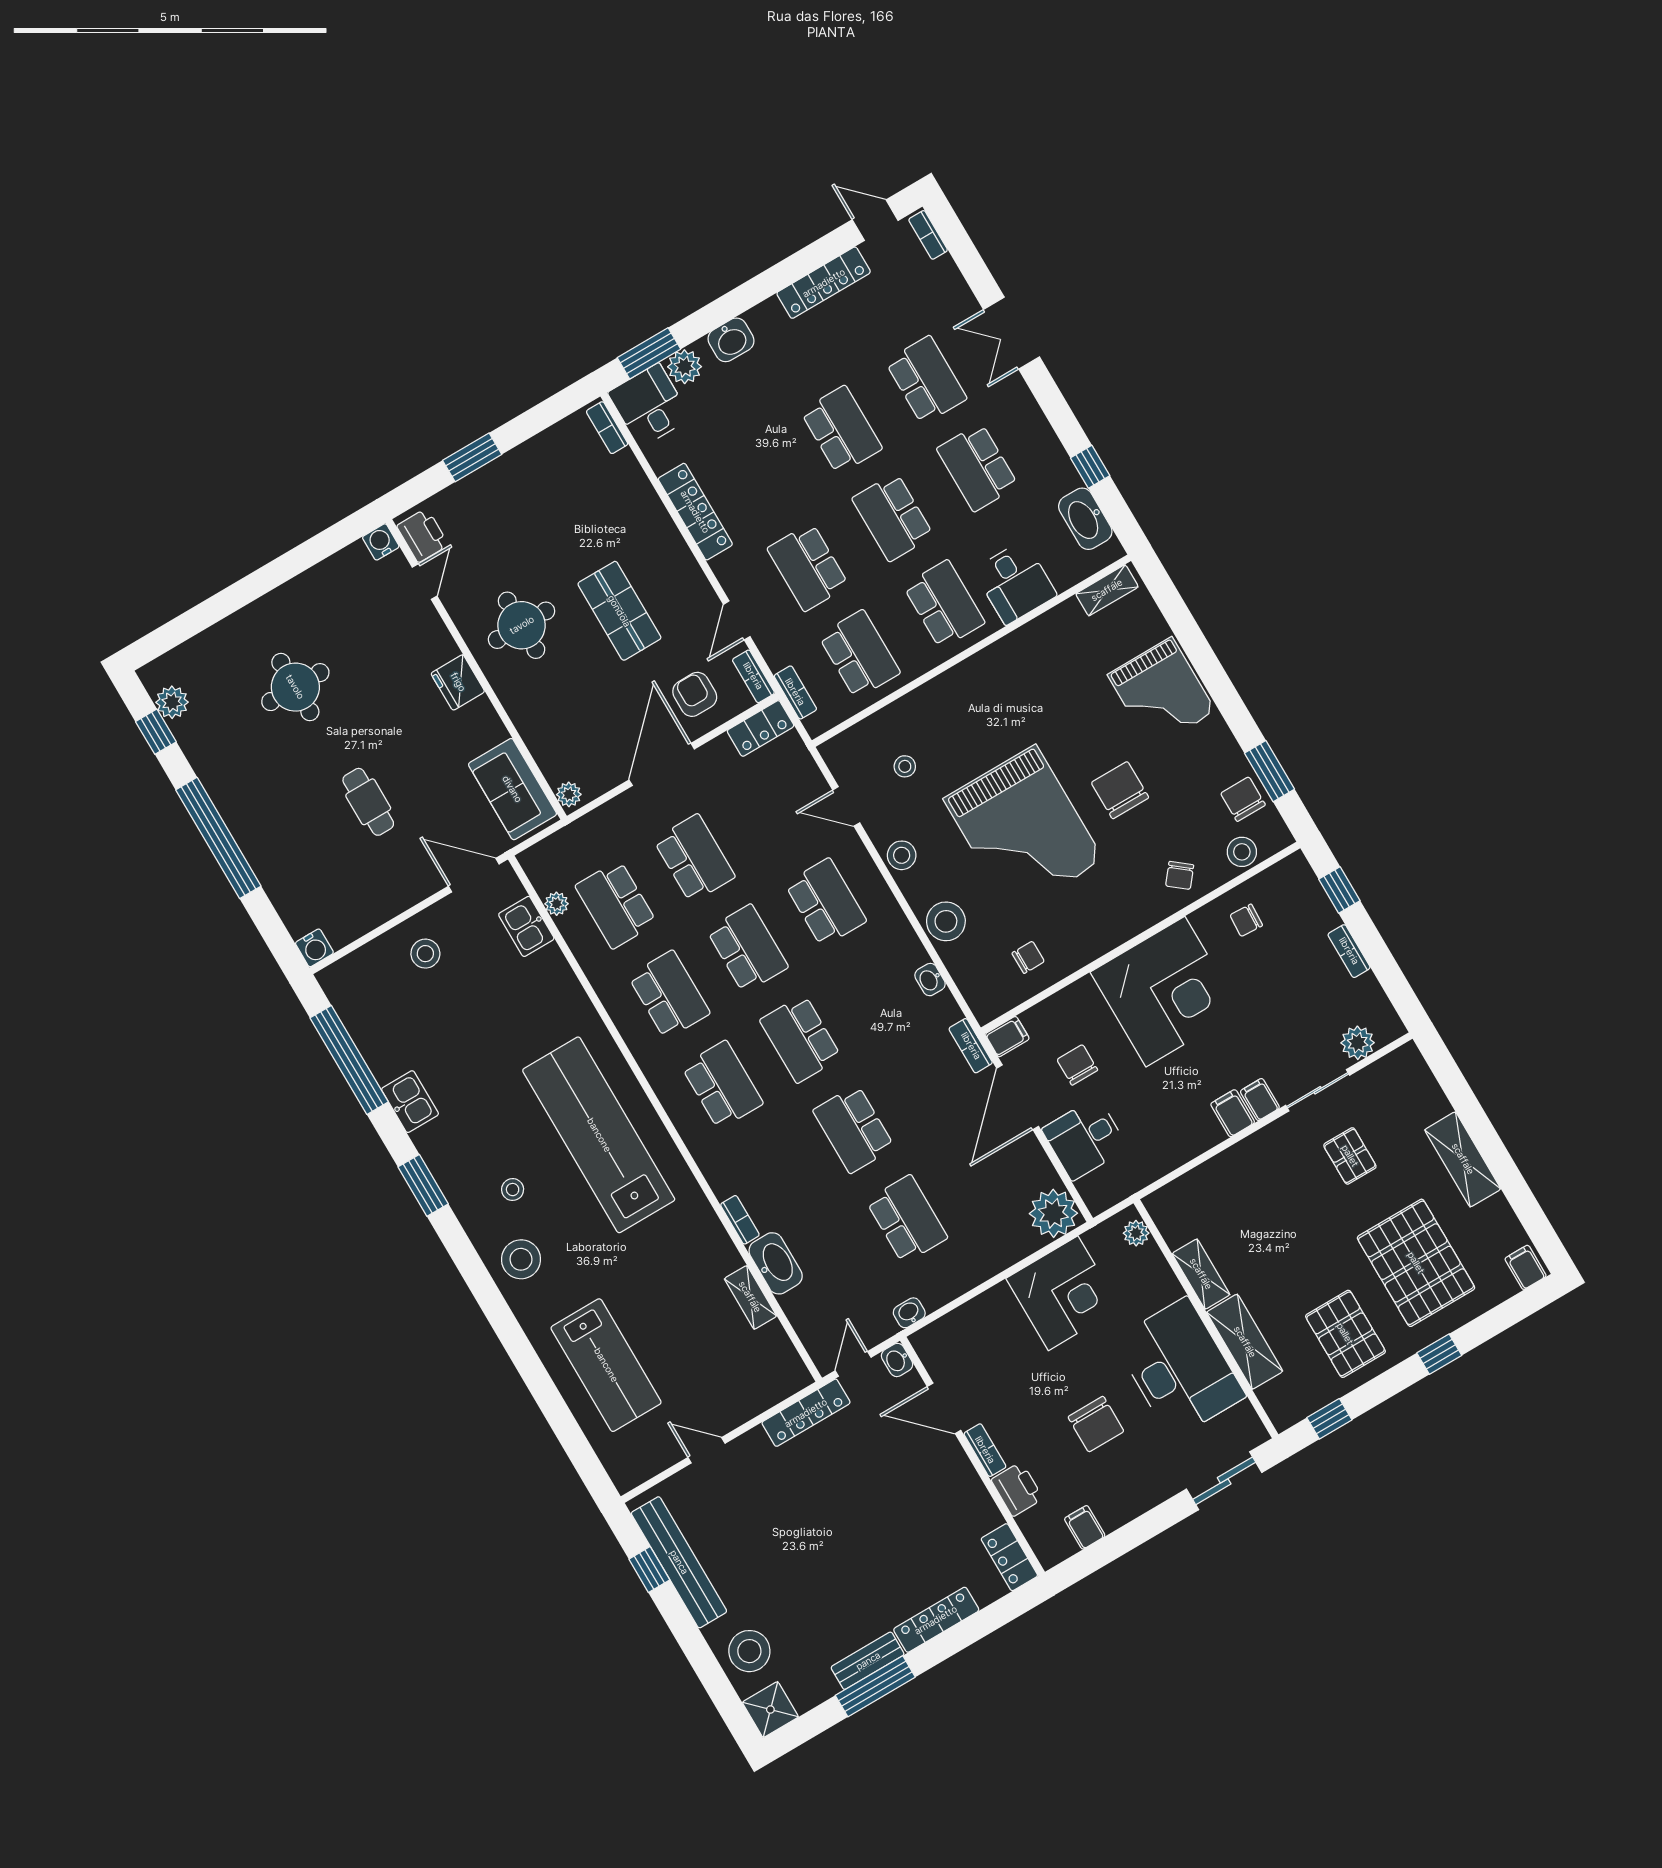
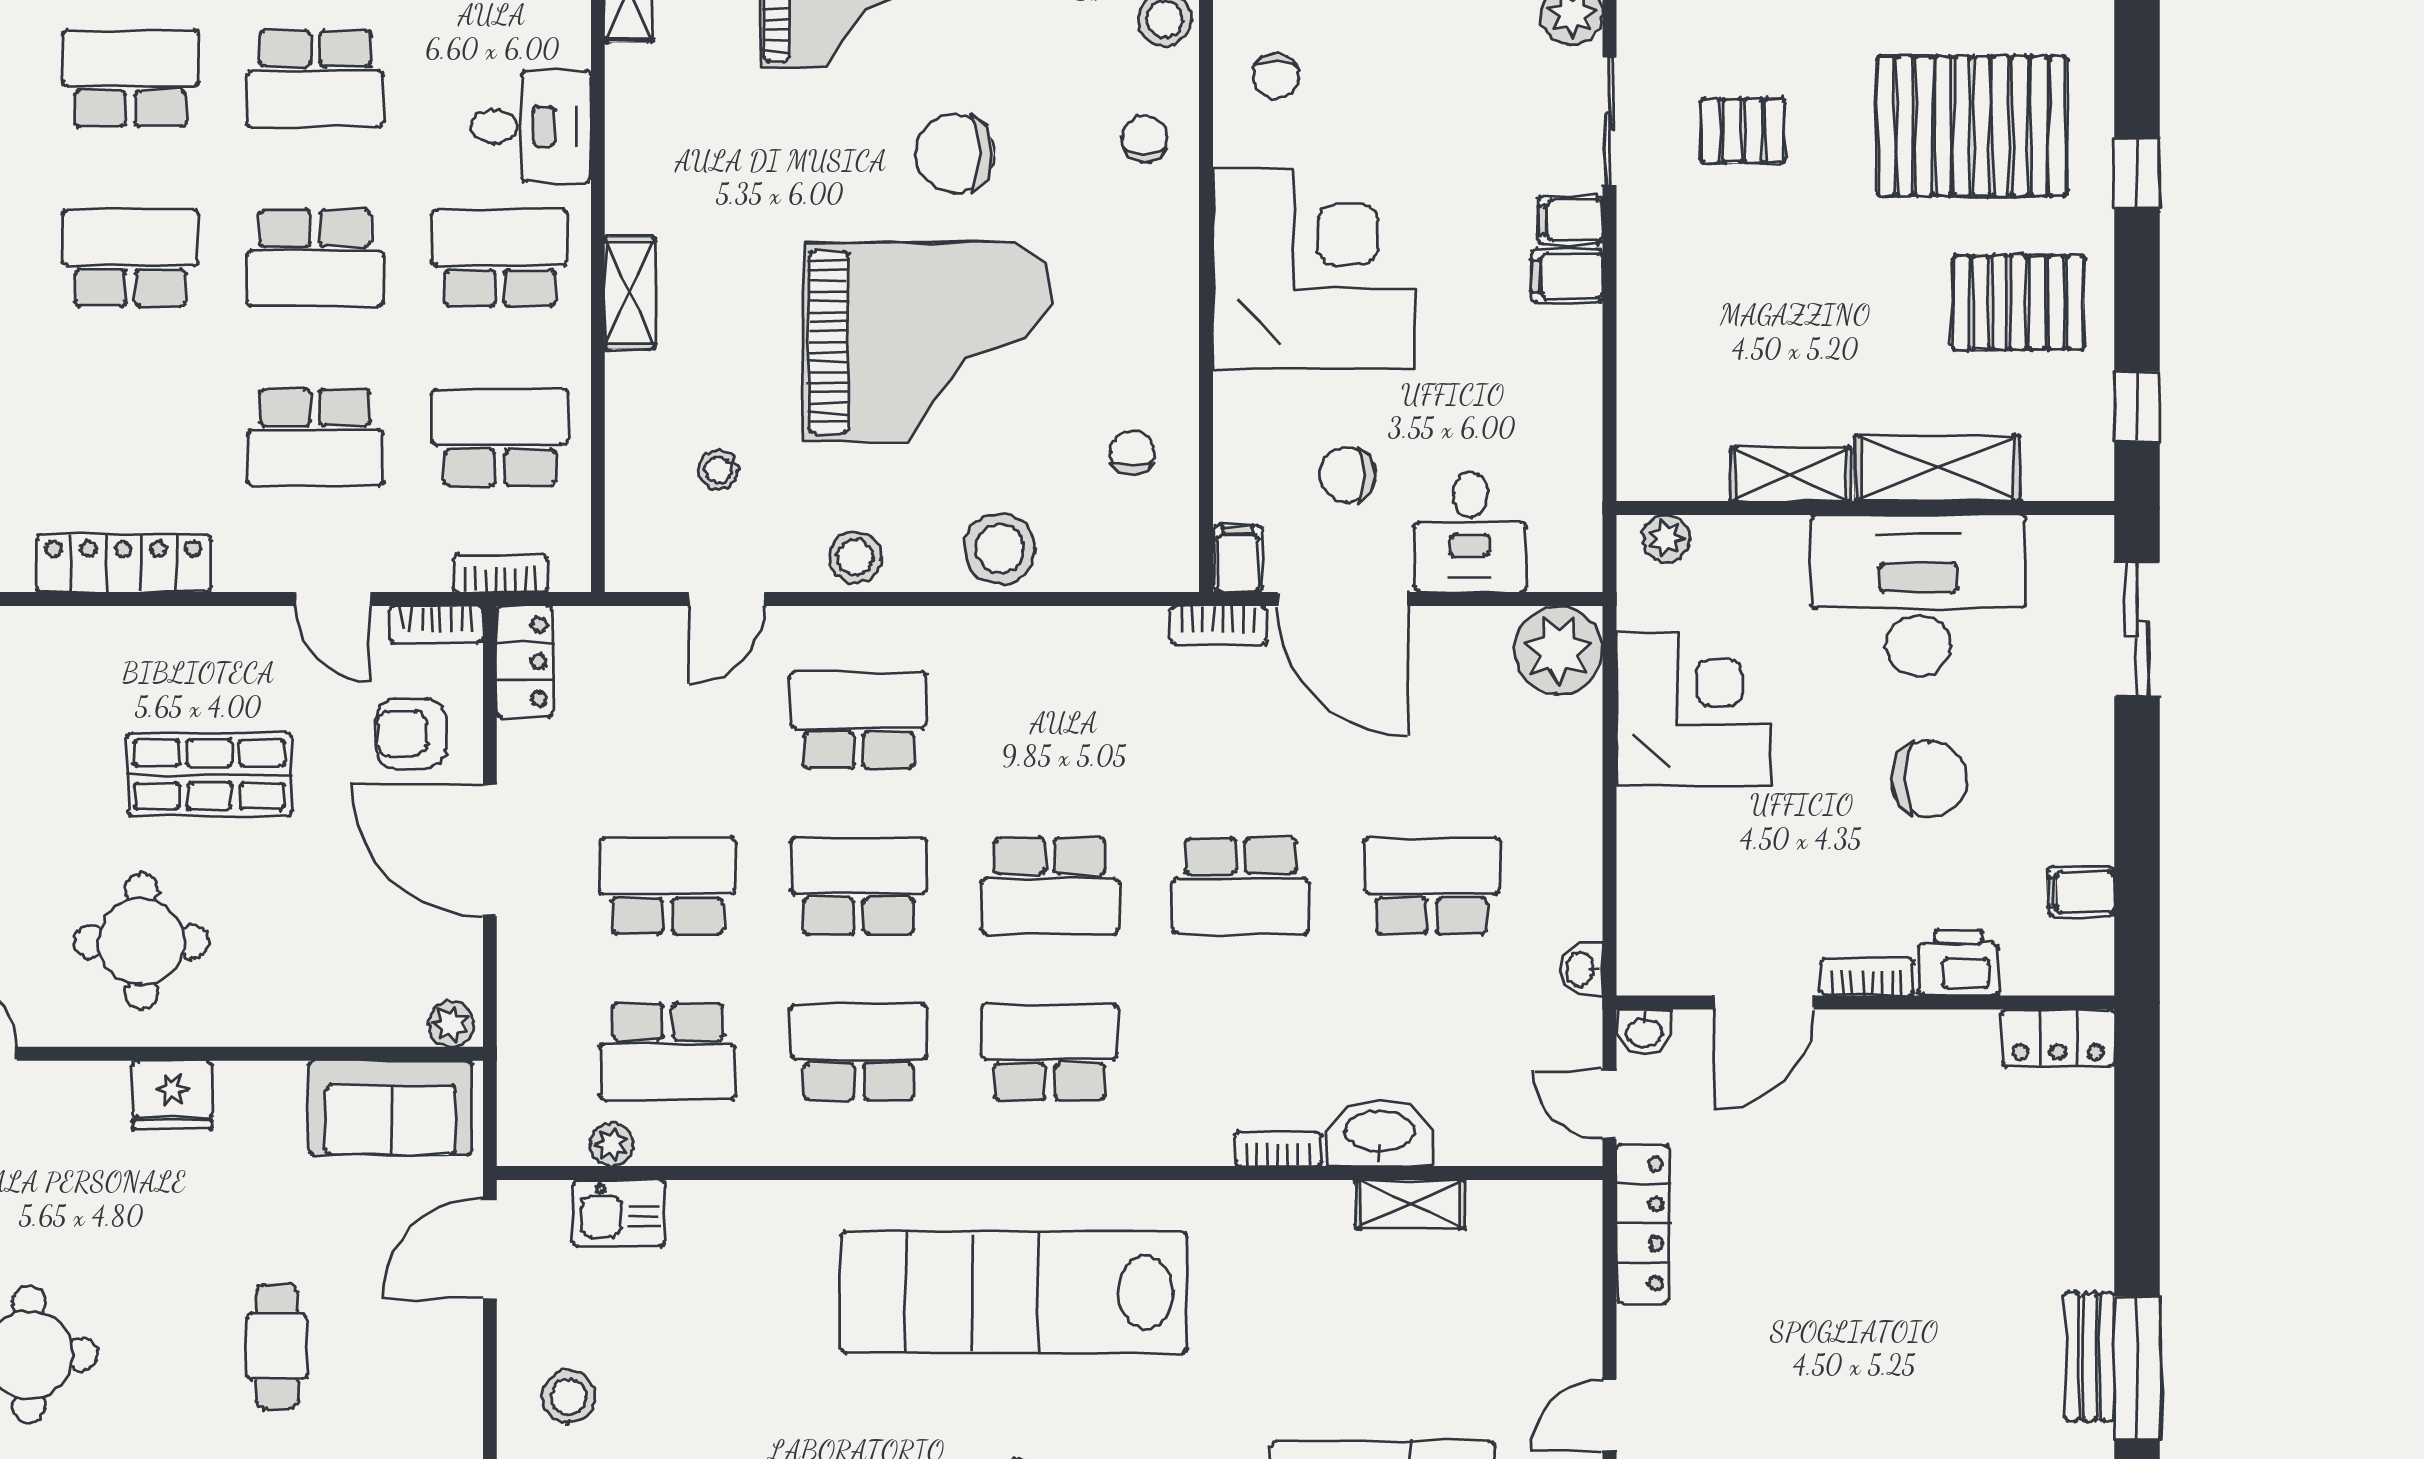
shelving: (964, 675) -> (630, 293), added
cafe table: (368, 802) -> (277, 1346), turned 90
chair: (1180, 875) -> (1144, 139), turned -129
washbasin: (930, 980) -> (1077, 628), removed
locker: (936, 1620) -> (2089, 1211), removed

